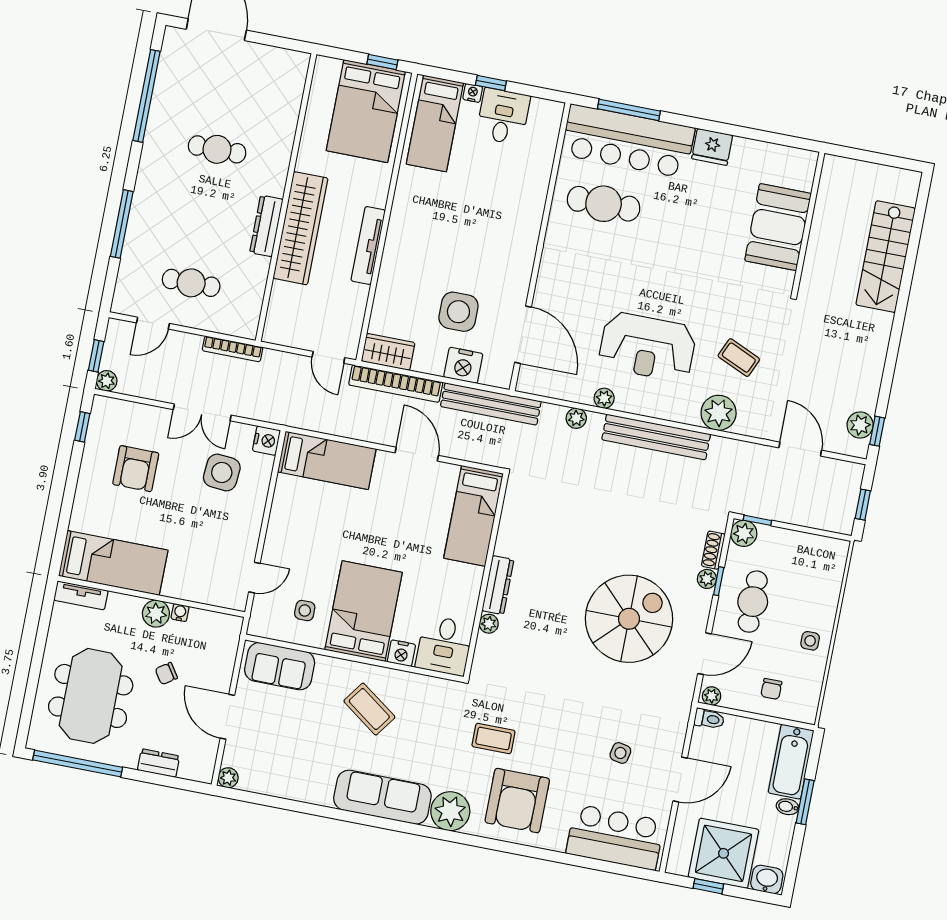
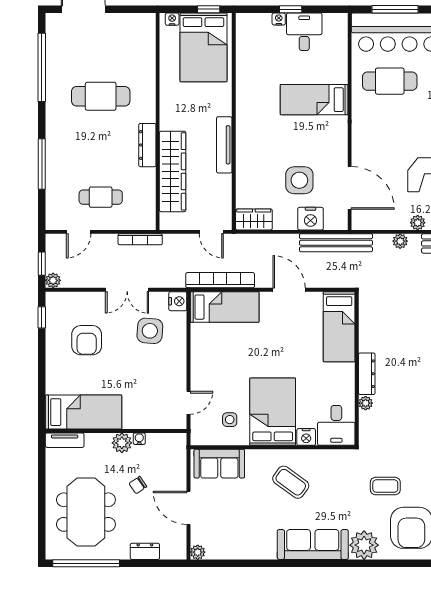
nightstand: (331, 66) -> (172, 19), added
bed: (435, 123) -> (314, 100), moved, turned 90
cafe table: (217, 149) -> (101, 96), width x1.37, depth x1.35
wardrobe: (301, 228) -> (173, 171), moved
bookcase: (396, 384) -> (220, 280), moved, turned 180

